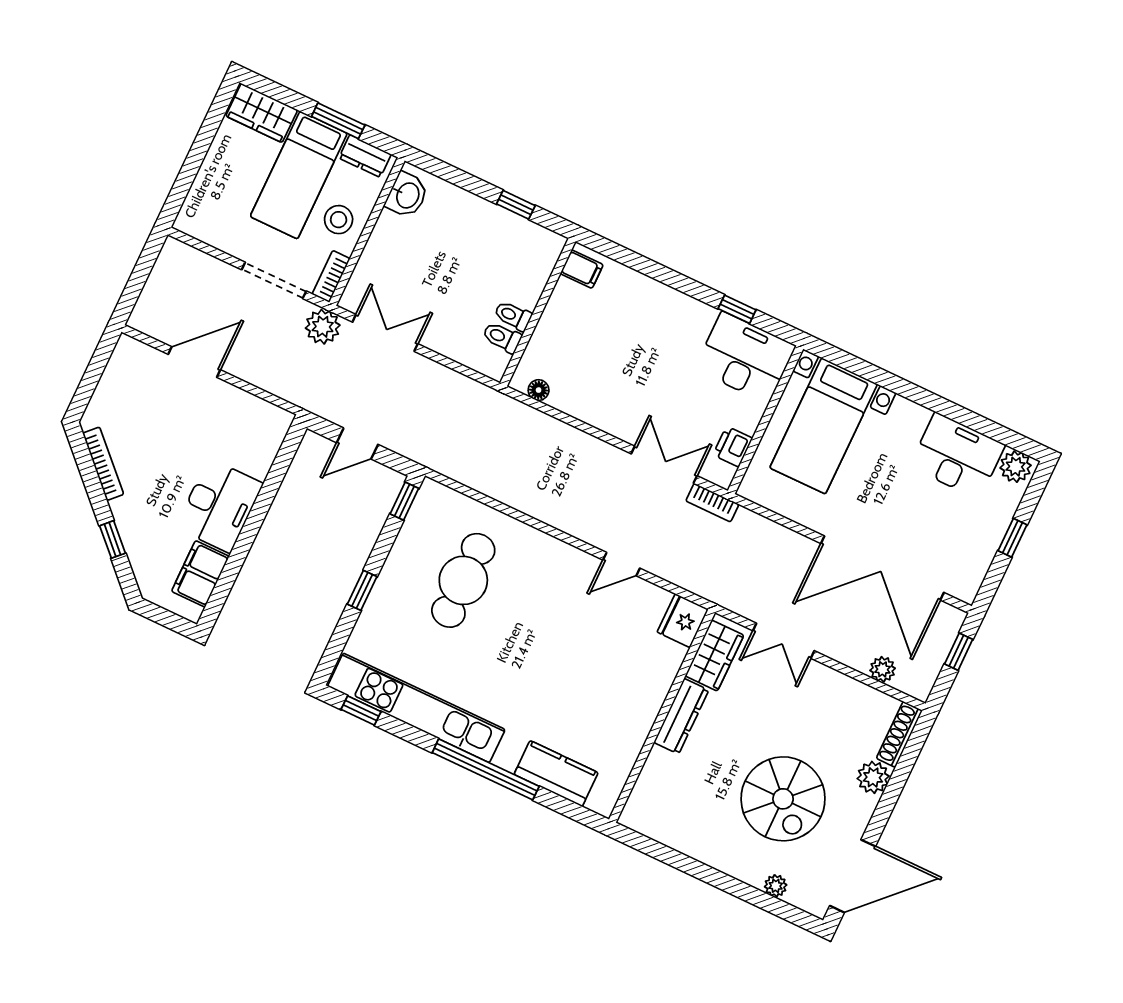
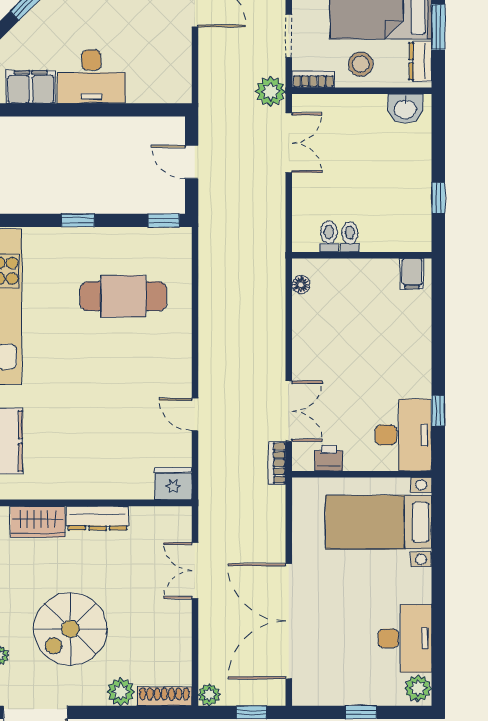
doorway: (274, 280) -> (289, 36), width x0.73
wardrobe: (714, 656) -> (38, 522), moved
plant: (883, 669) -> (209, 695), moved

